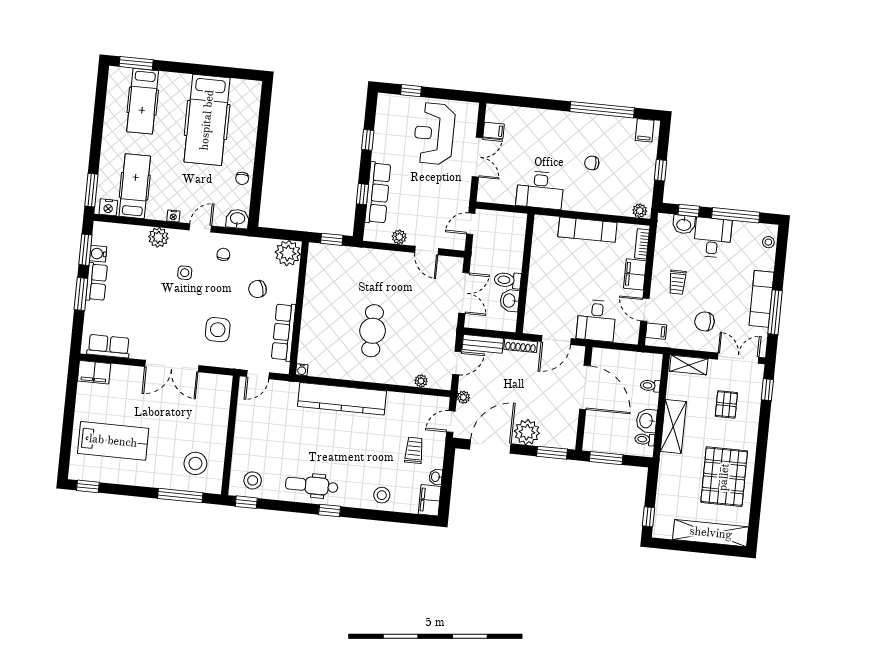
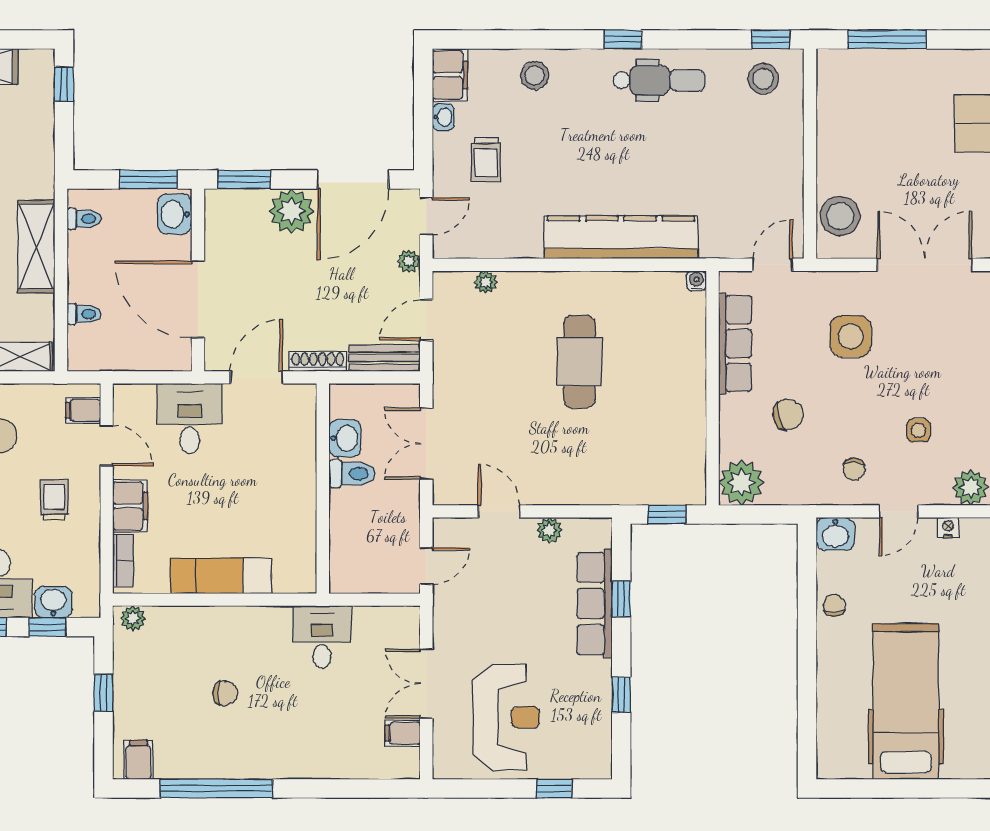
desk: (540, 190) -> (322, 637), width x0.73
washbasin: (647, 421) -> (175, 214), moved, turned 180
stool: (195, 463) -> (840, 216), moved

